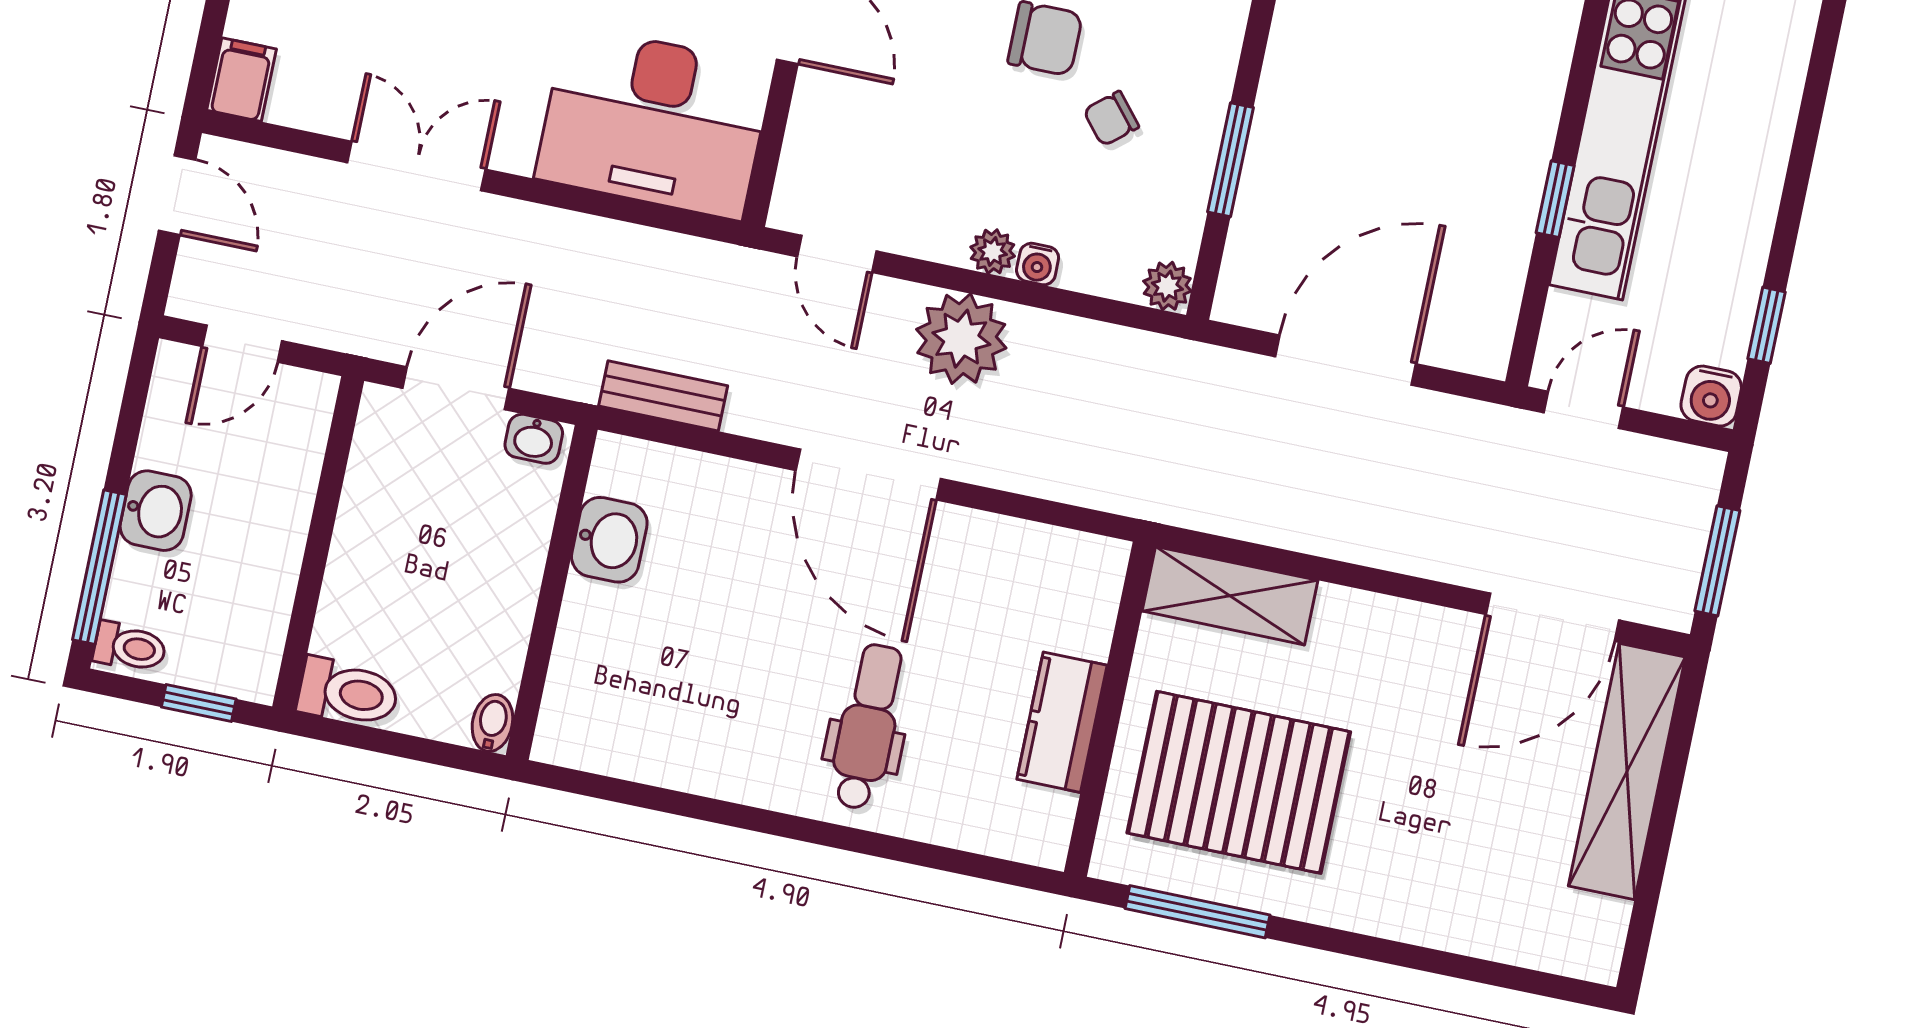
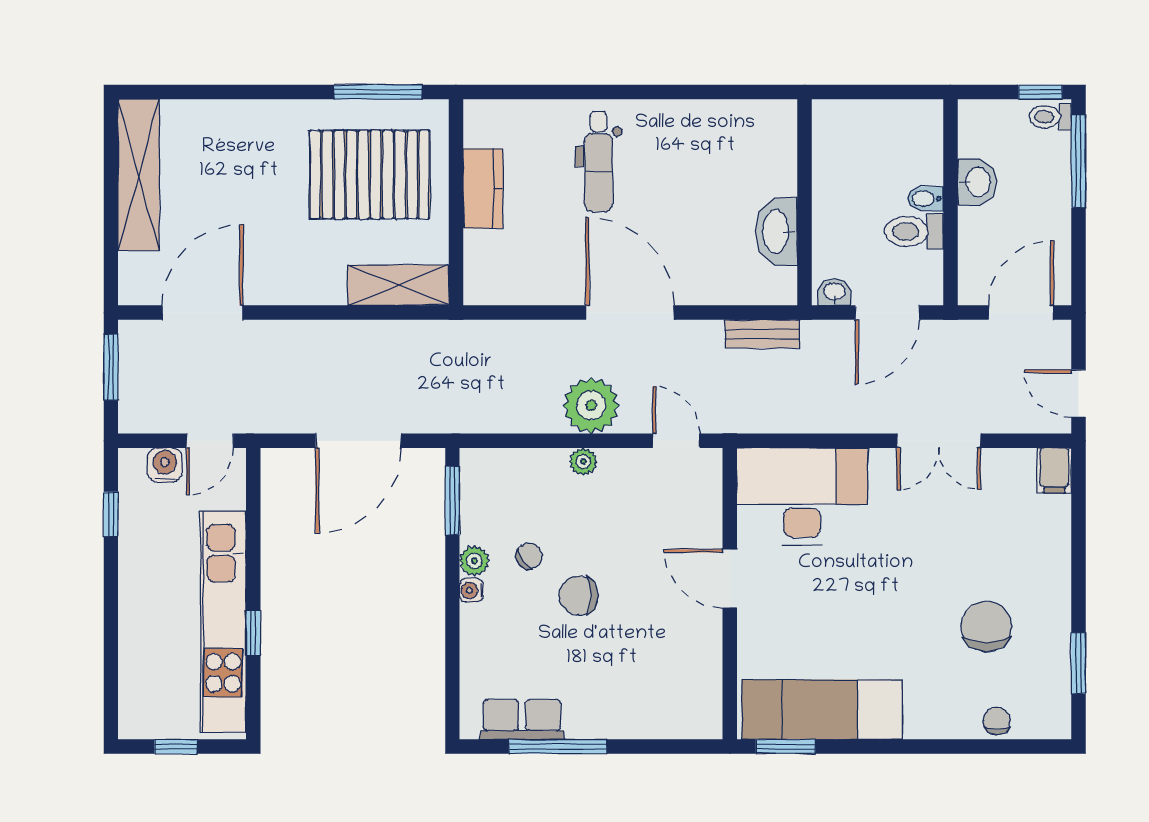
window: (1231, 160) -> (452, 500), moved
window: (1555, 199) -> (253, 633), moved
water cooler: (1038, 264) -> (471, 590), moved, turned -90
plant: (1167, 286) -> (474, 561), moved
door: (242, 344) -> (1021, 313), width x1.38
water cooler: (1711, 396) -> (165, 465), moved
washbasin: (156, 511) -> (977, 182), moved, turned 180
washbasin: (609, 540) -> (777, 232), width x1.38
toilet: (348, 693) -> (914, 231), moved
window: (199, 703) -> (1040, 92), moved
bidet: (492, 723) -> (926, 199), moved, turned 90
shelving: (1627, 772) -> (139, 175), moved

